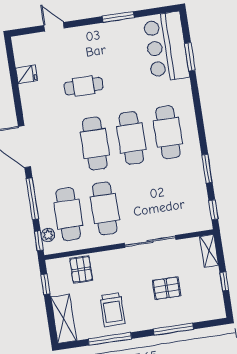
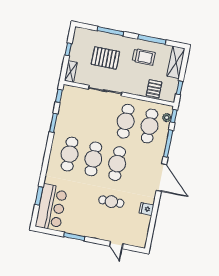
fridge: (27, 74) -> (146, 209), moved
pallet: (167, 288) -> (105, 58), width x1.50, depth x1.42
trolley: (112, 310) -> (144, 57), turned 90

